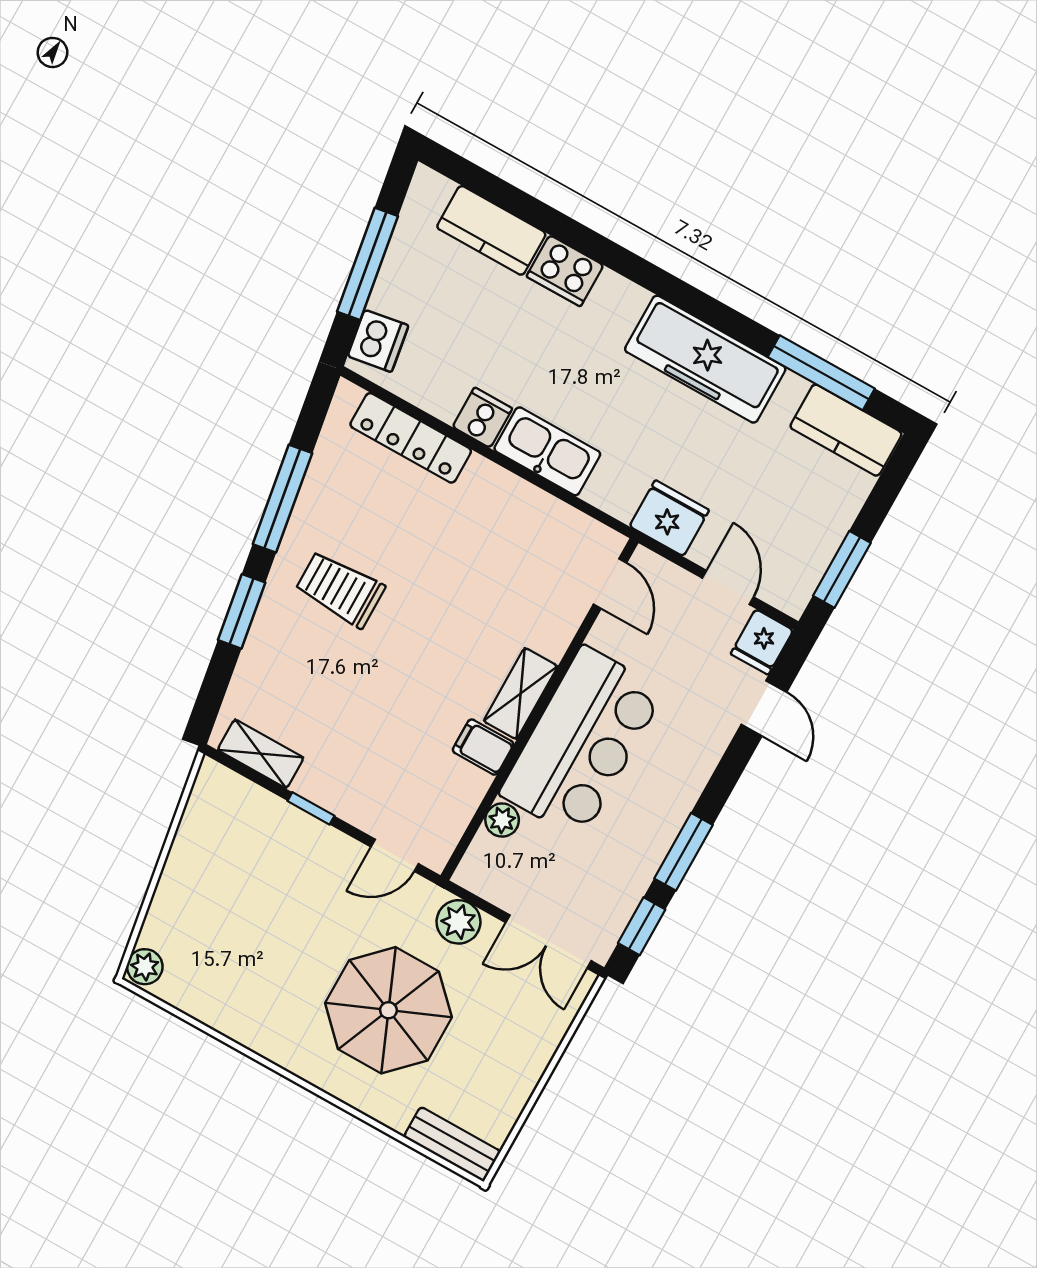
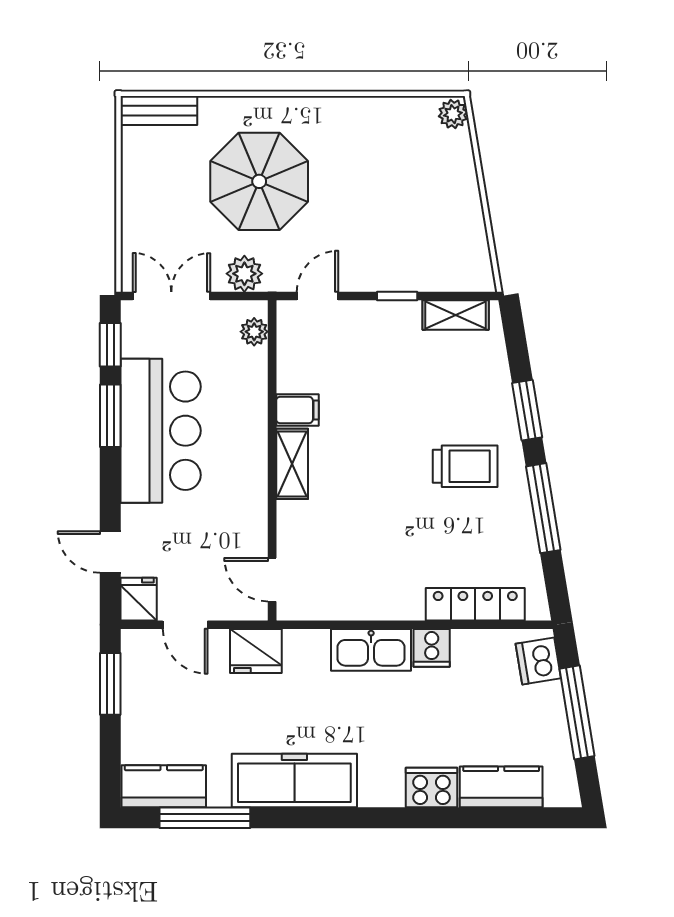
bar counter: (582, 742) -> (161, 431), moved, turned 180
plant: (502, 820) -> (254, 332), moved

